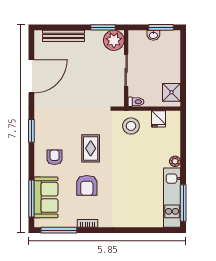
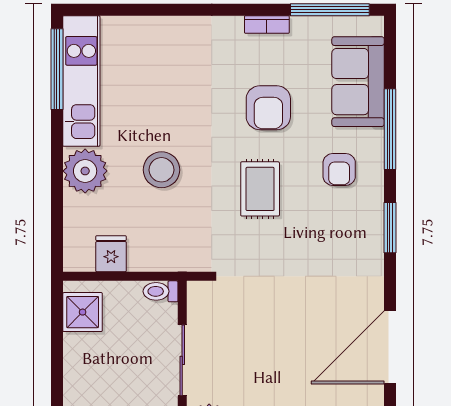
stool: (131, 126) -> (161, 170), moved
plant: (175, 161) -> (85, 171), width x1.88, depth x1.88
armchair: (87, 185) -> (268, 108), turned 180
window: (31, 198) -> (390, 129), moved

